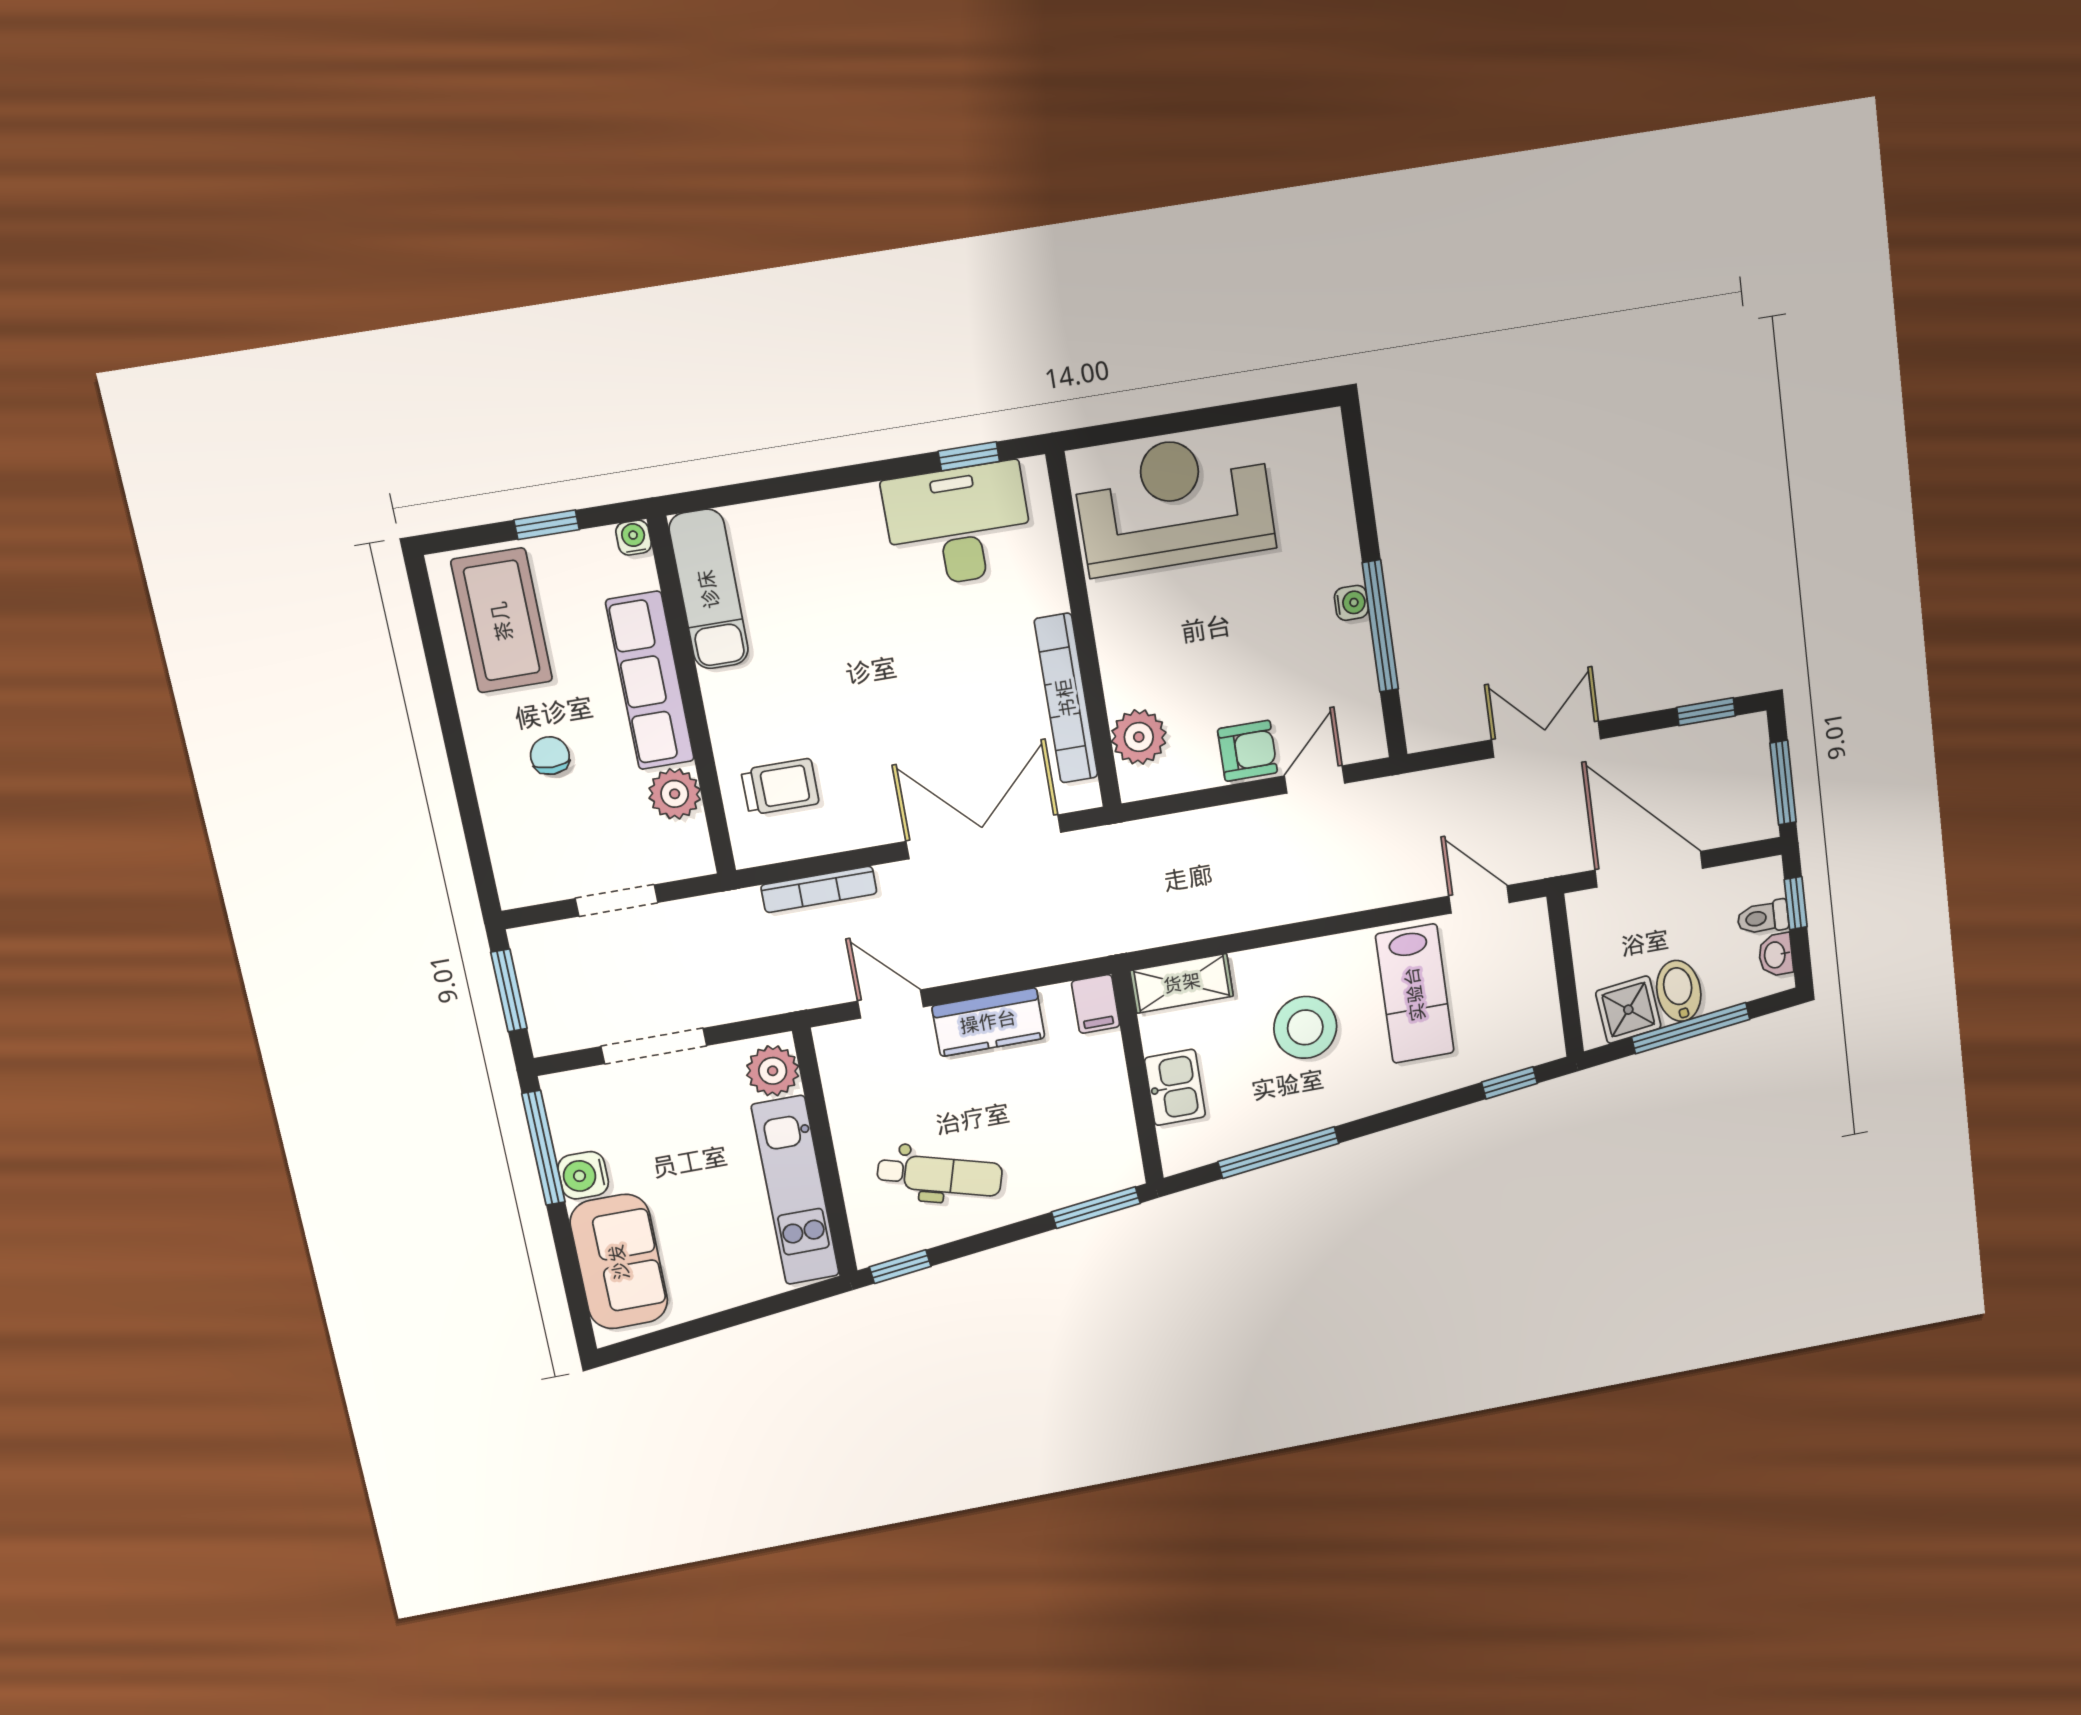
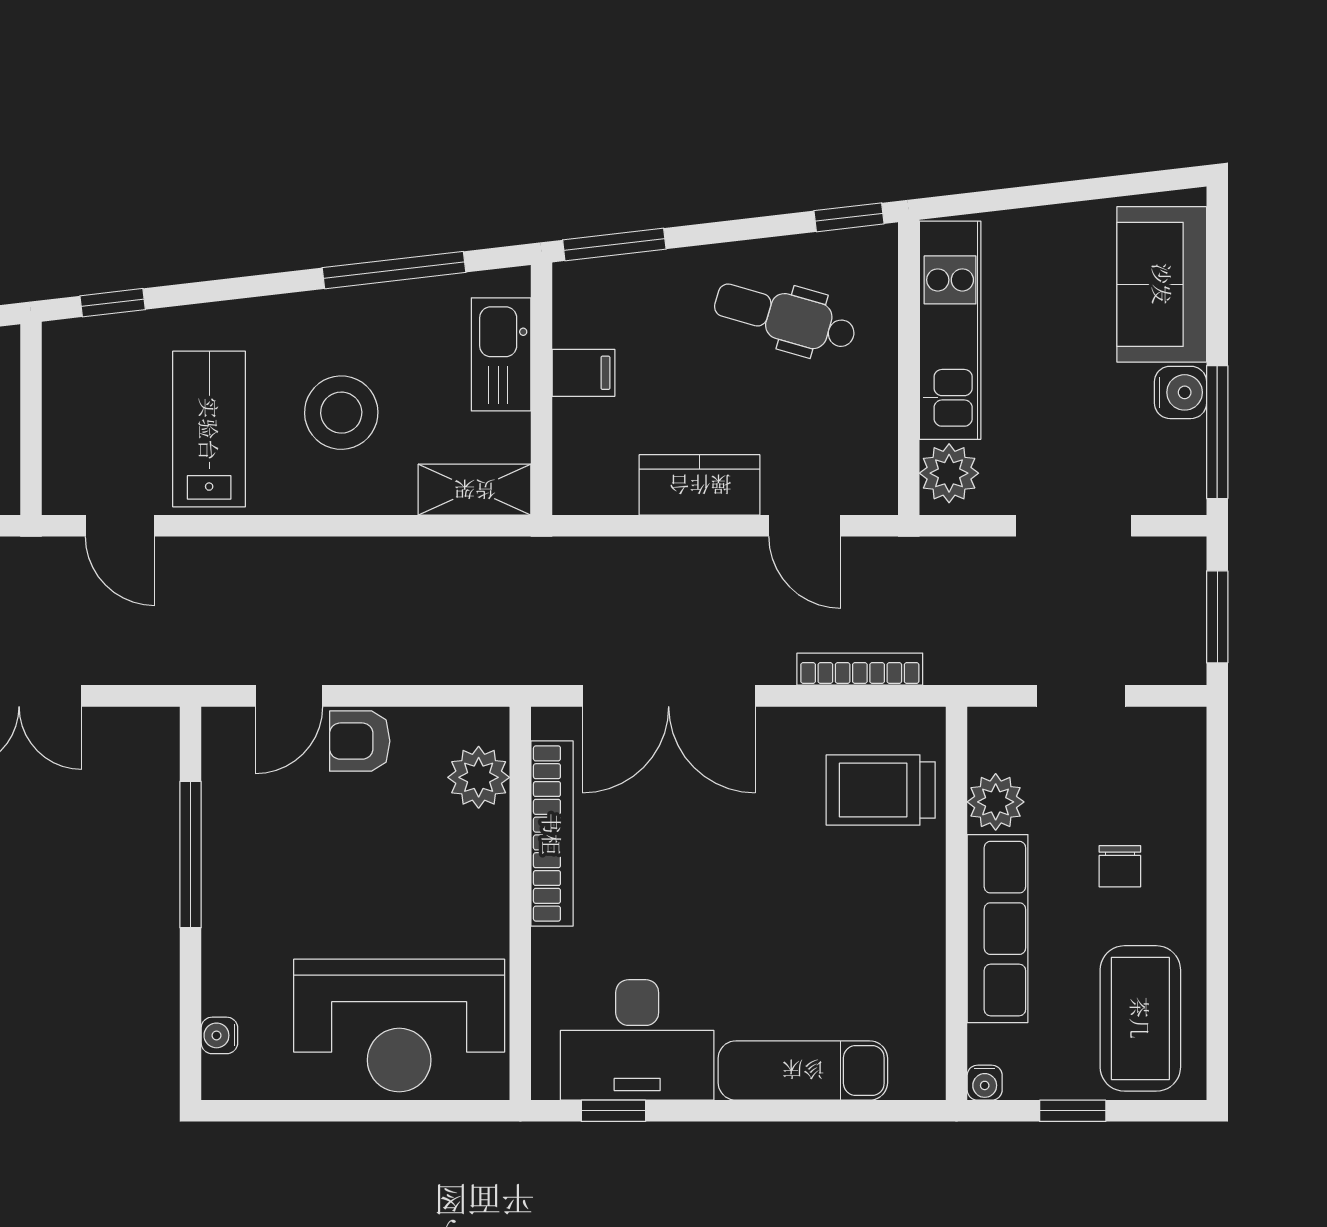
exam couch: (709, 589) -> (803, 1070), moved, turned 90
water cooler: (1351, 603) -> (219, 1035), moved
trolley: (780, 787) -> (881, 790), width x1.36, depth x1.39
filing cabinet: (1096, 1004) -> (584, 373), moved, turned 90
kitchen sink: (1175, 1087) -> (501, 354), width x1.38

